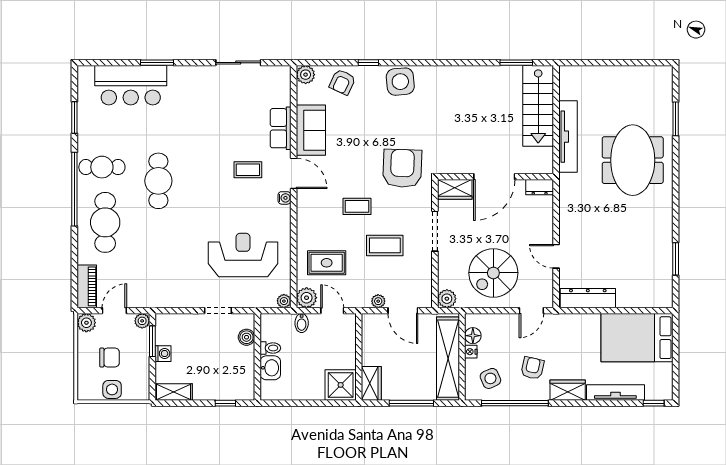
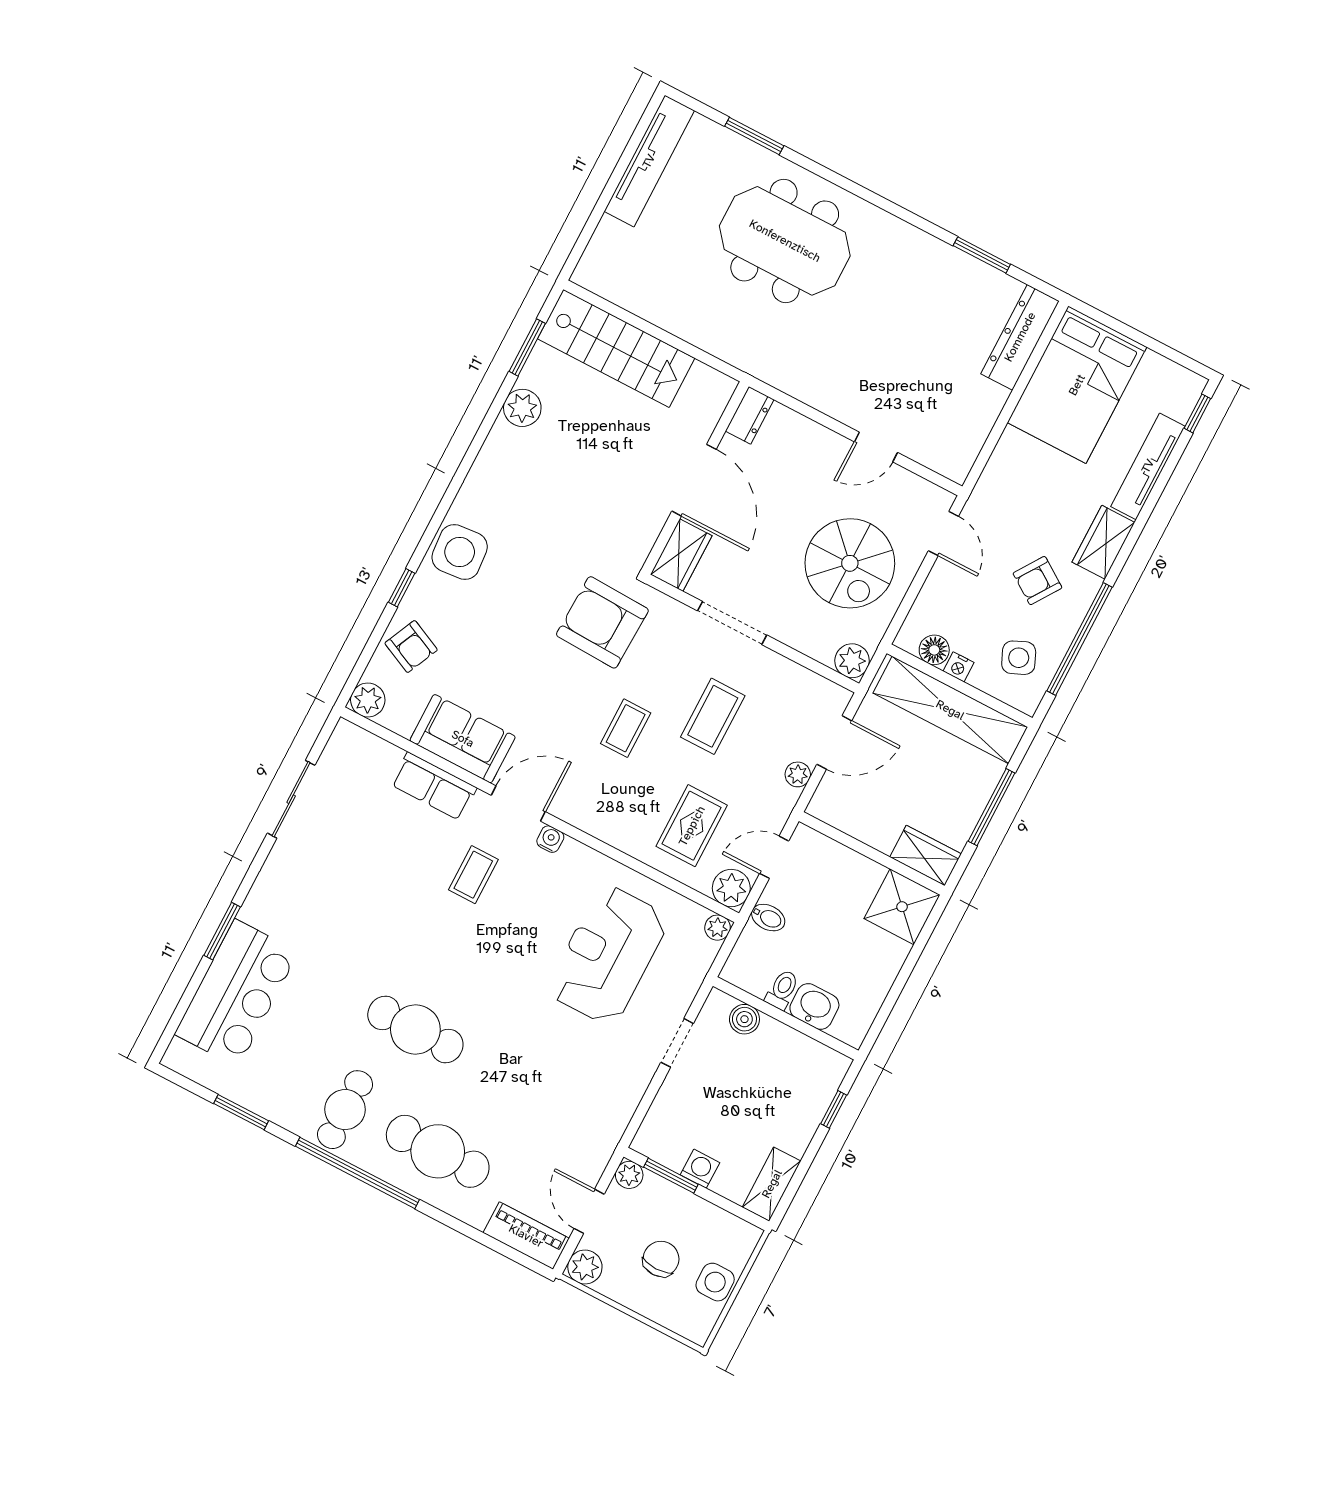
plant: (486, 75) -> (522, 408), added
tv unit: (568, 137) -> (649, 161), moved, turned 90
dresser: (588, 298) -> (1020, 337), moved
armchair: (532, 368) -> (1037, 581), turned -69

